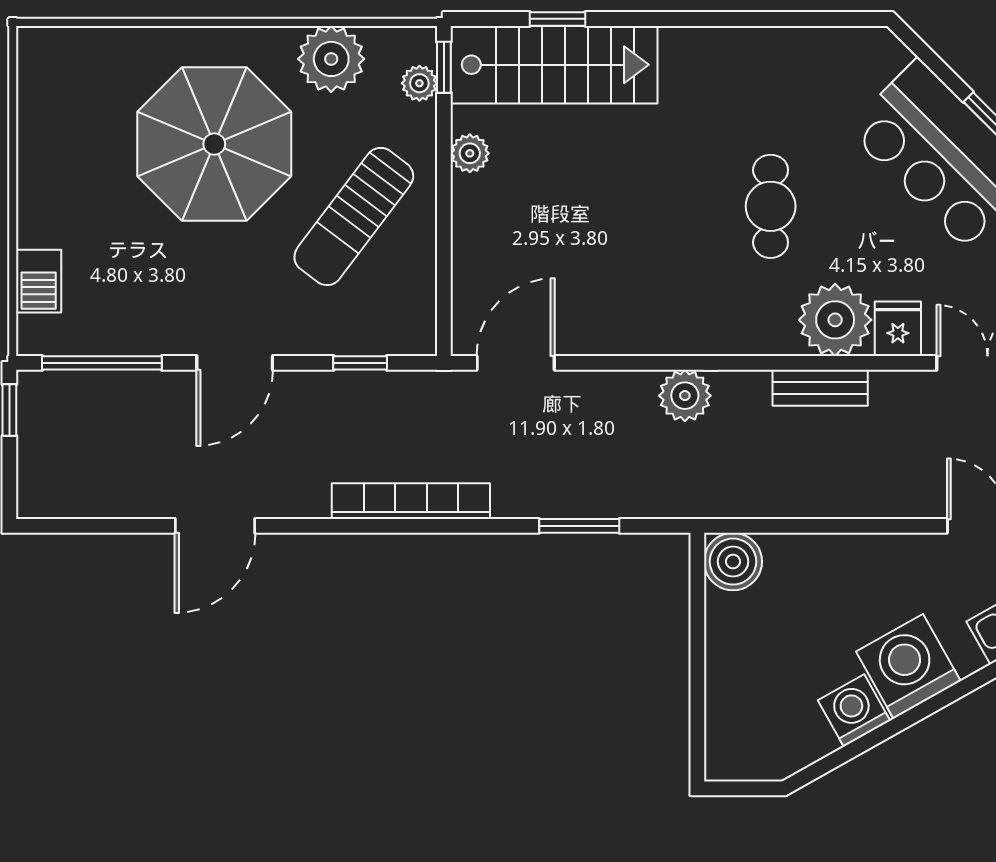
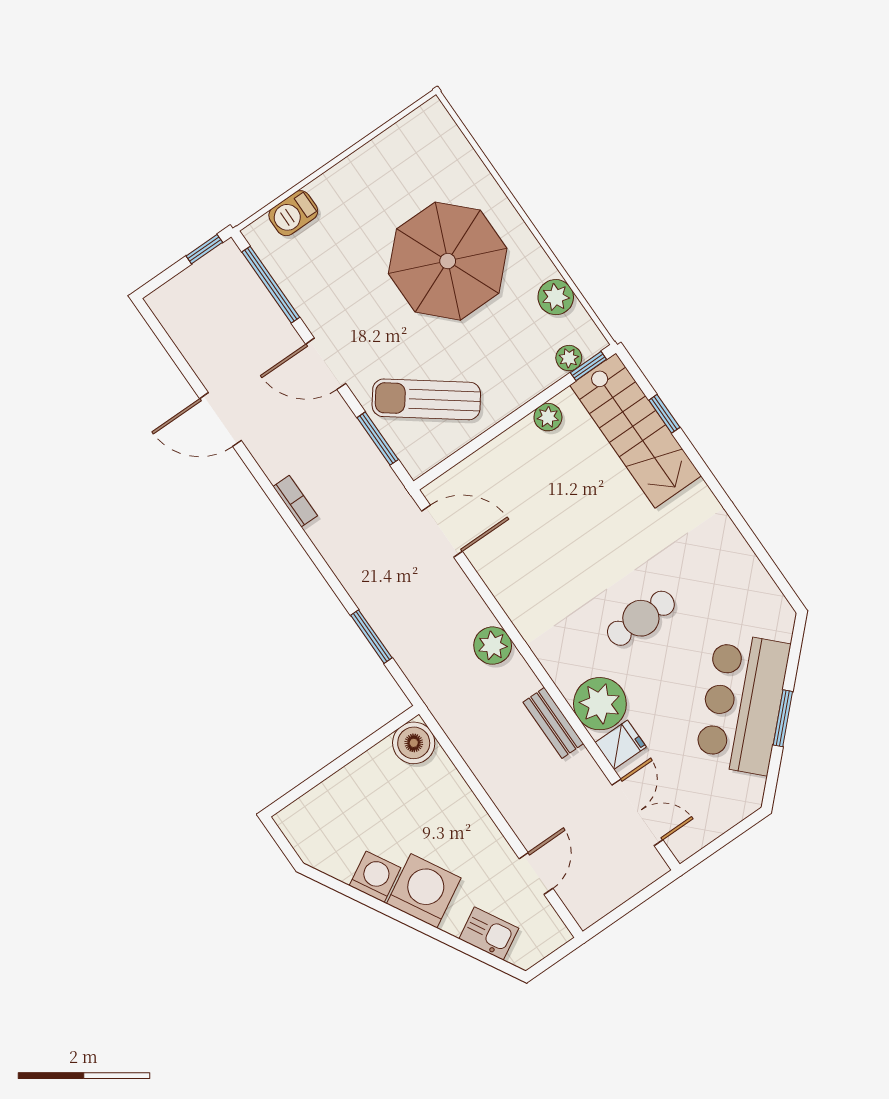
plant: (331, 59) -> (556, 297), width x0.73, depth x0.73
sun lounger: (354, 216) -> (426, 399), moved
window: (360, 363) -> (378, 439), width x1.50
bookcase: (411, 501) -> (295, 501), width x0.43, depth x0.76

